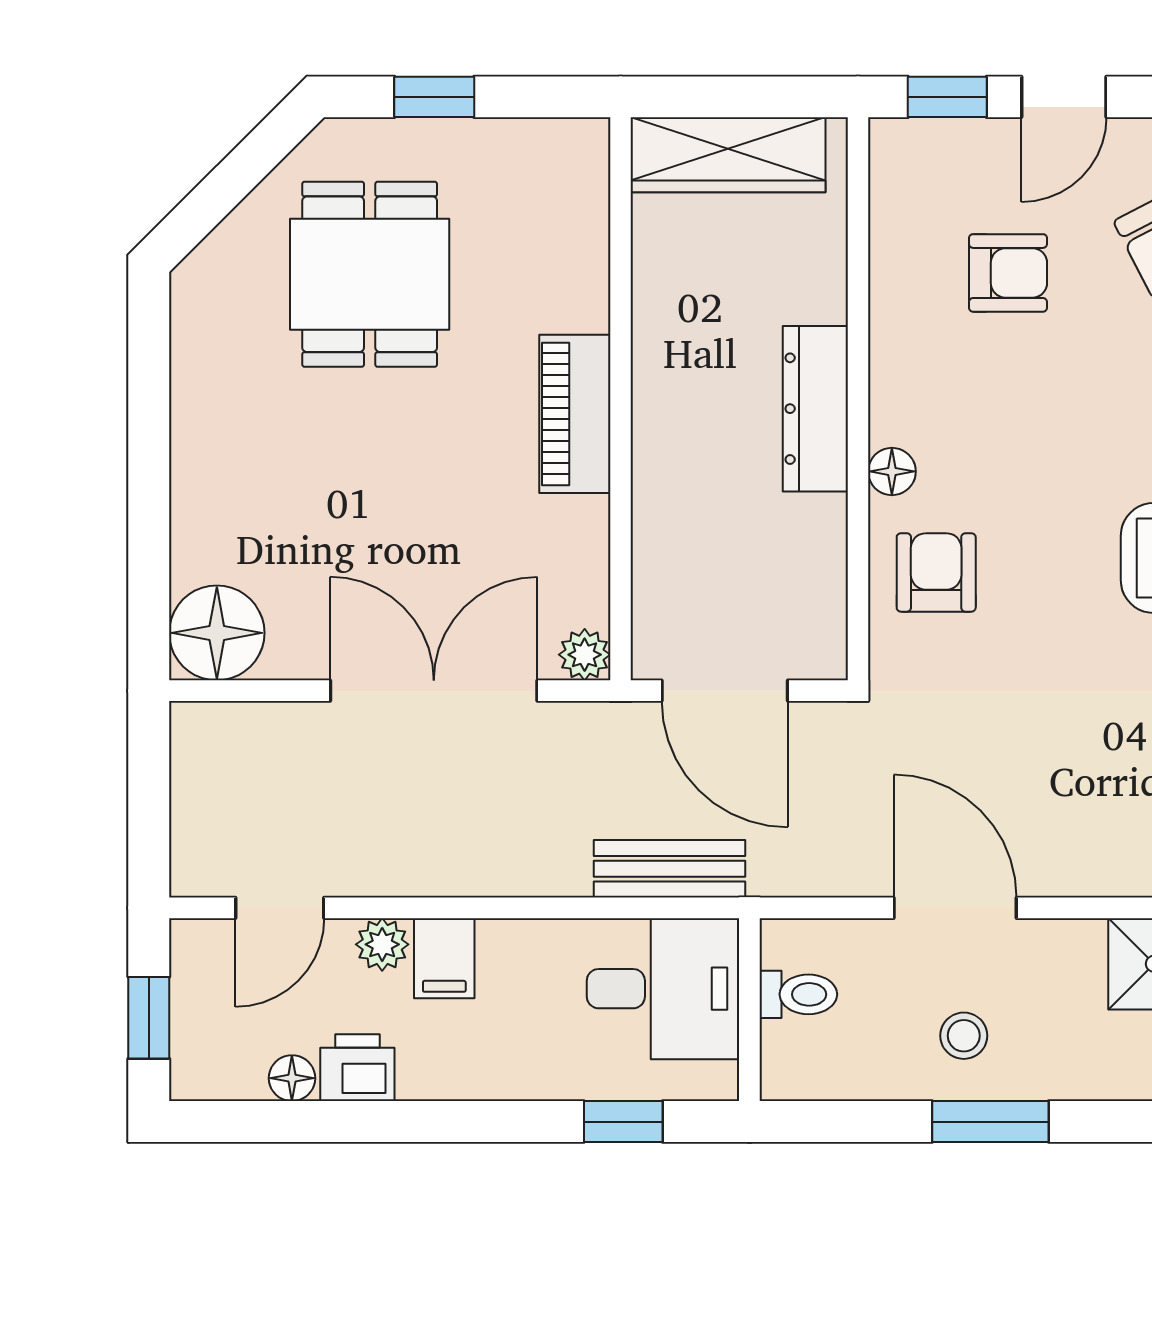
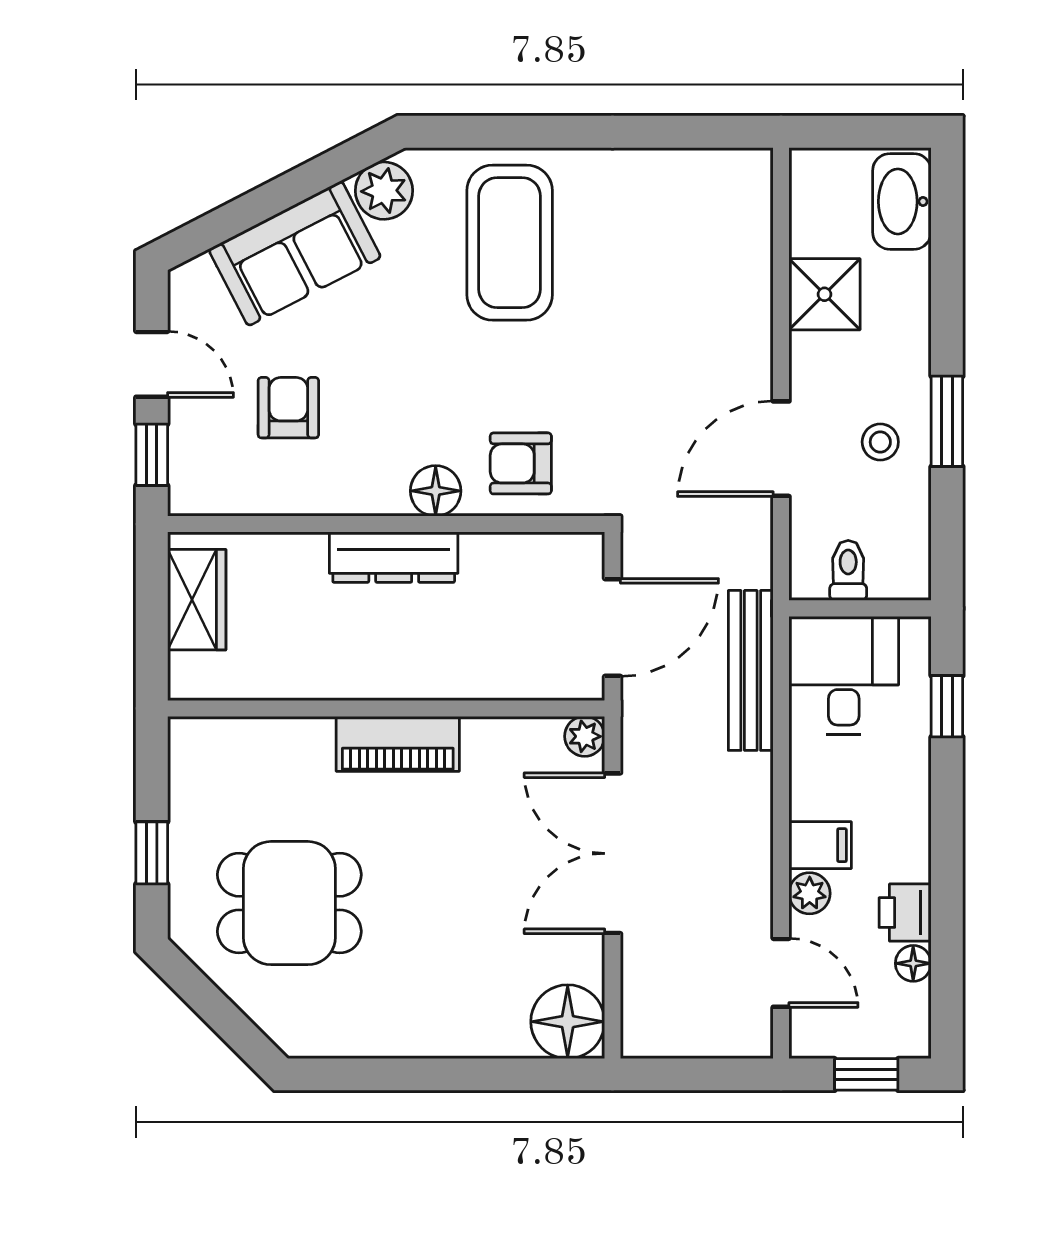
wardrobe: (728, 155) -> (197, 600), width x0.67
floor lamp: (892, 471) -> (436, 491), width x1.37, depth x1.37
bench: (669, 869) -> (751, 670), width x1.36

